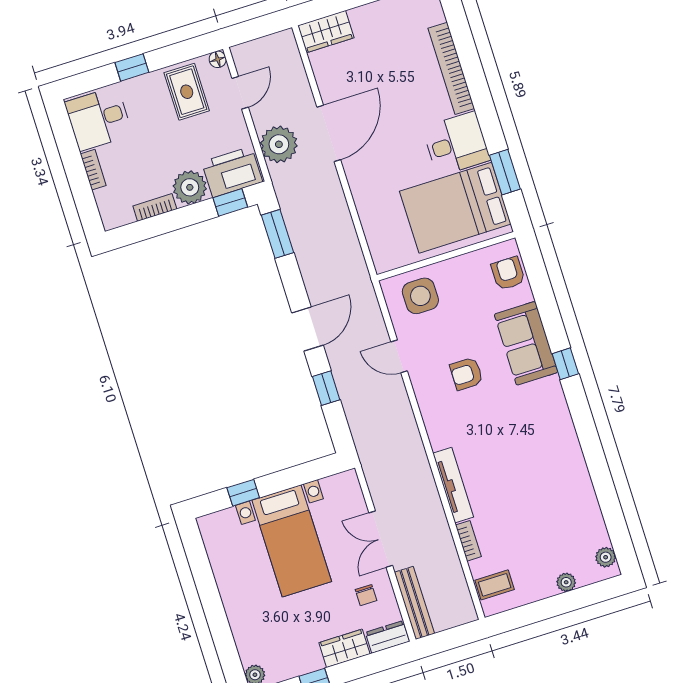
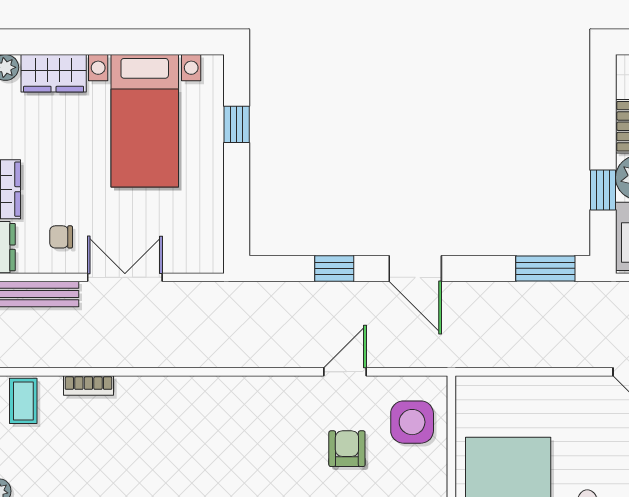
window: (230, 202) -> (603, 190), moved
armchair: (466, 374) -> (347, 449), moved
tv unit: (453, 485) -> (164, 388), removed
bed with nightstands: (292, 541) -> (145, 121), moved, turned -90
wardrobe: (248, 638) -> (54, 73), added

